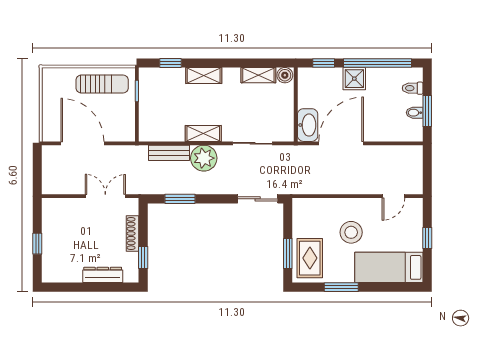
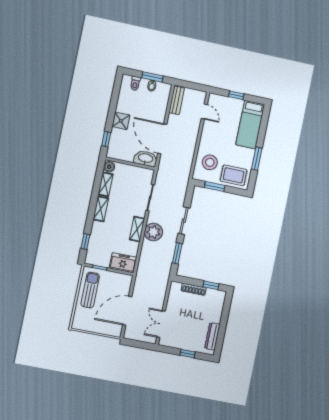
window: (377, 63) -> (114, 103), removed
shelving: (204, 75) -> (101, 209), moved
freezer: (151, 123) -> (123, 263), added
bench: (169, 153) -> (177, 100), moved
double door: (105, 196) -> (161, 324), moved
sliding door: (258, 199) -> (184, 221), moved
stool: (351, 232) -> (210, 162), moved
window: (288, 253) -> (215, 187), moved
dresser: (103, 275) -> (212, 336), moved

